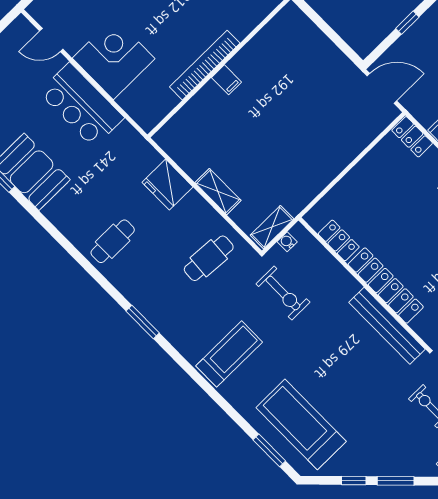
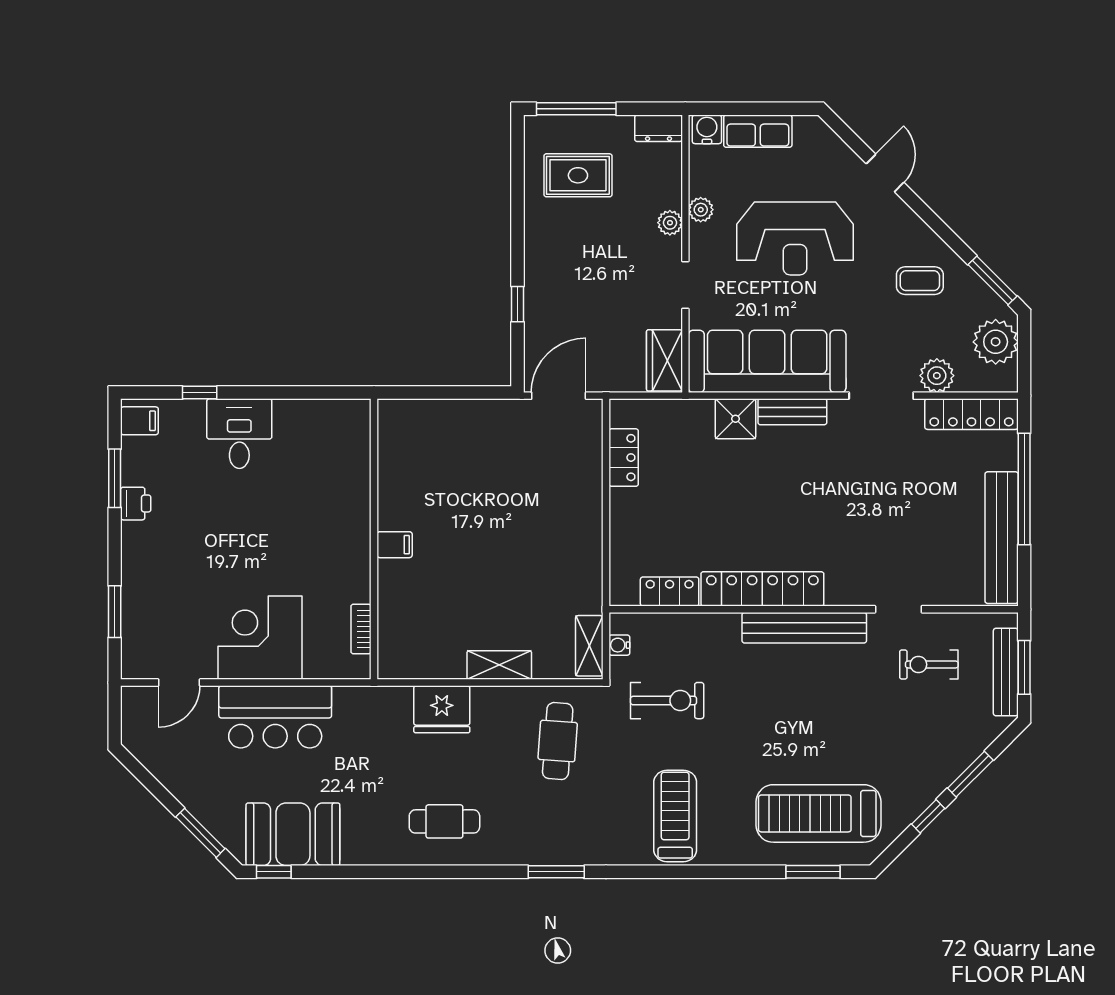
bookcase: (205, 65) -> (361, 629), moved, width x0.43, depth x0.76
locker: (412, 137) -> (624, 458), moved, turned -90
cafe table: (113, 241) -> (444, 821), turned 90

